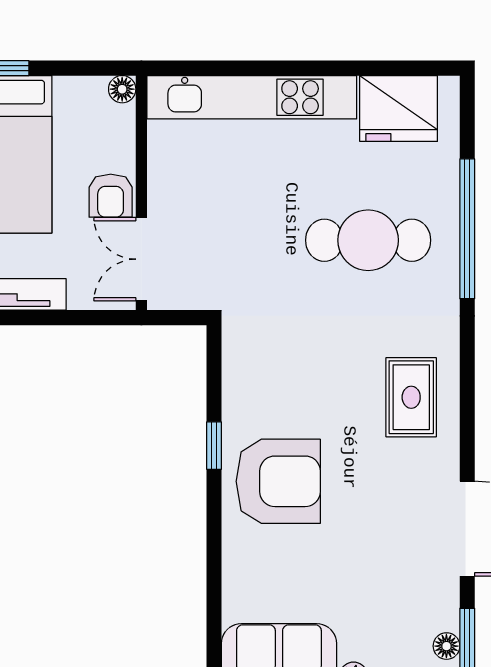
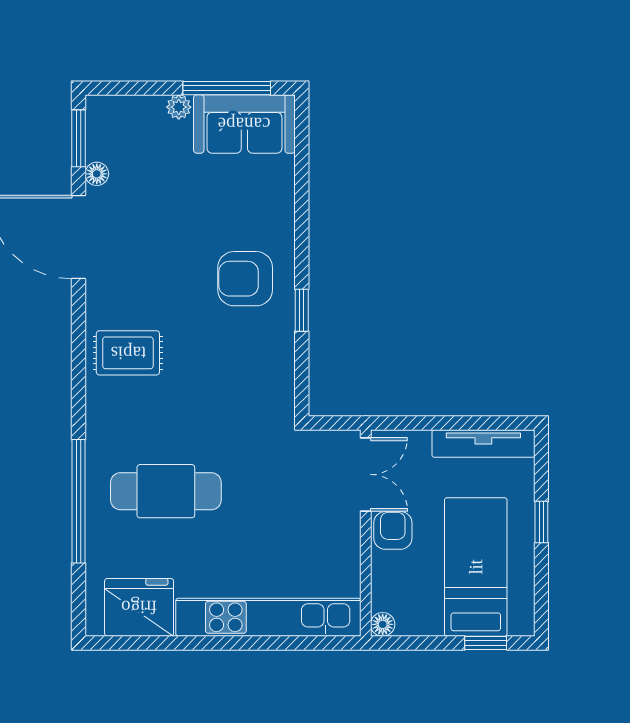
rug: (411, 397) -> (128, 353), turned 90
armchair: (278, 481) -> (245, 279), width x0.73, depth x0.73
floor lamp: (446, 646) -> (97, 174), moved

